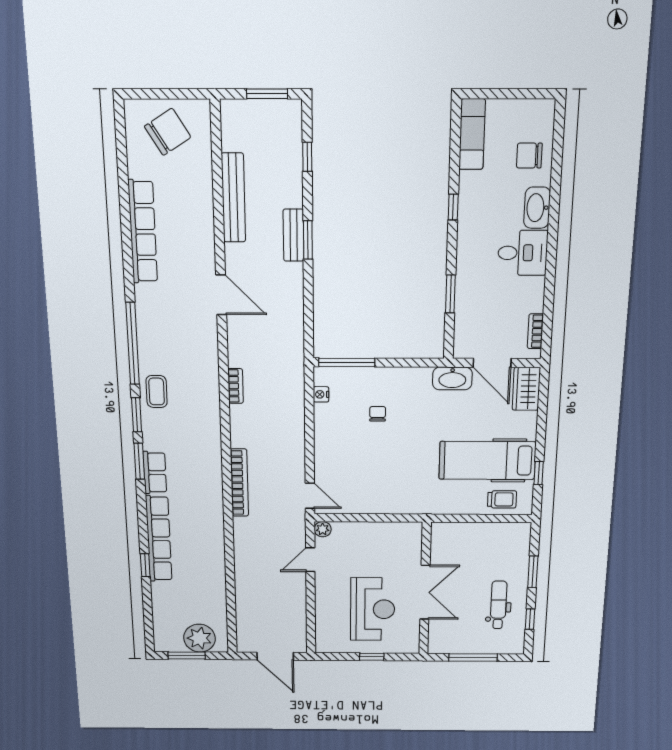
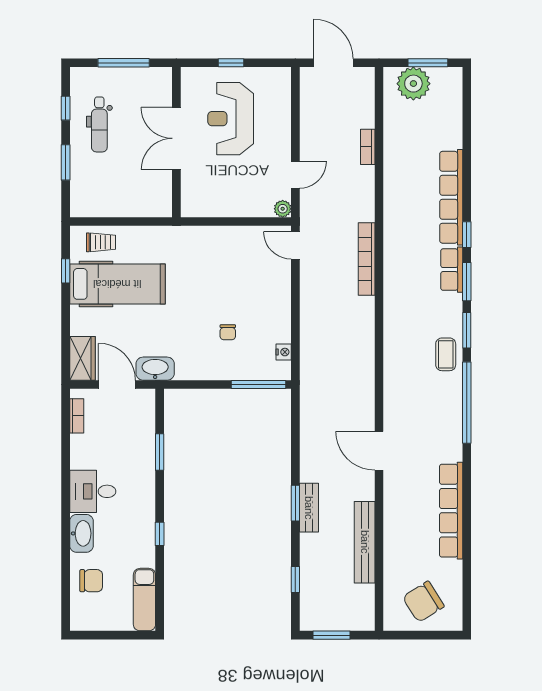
bookcase: (235, 386) -> (368, 147), moved
trolley: (502, 499) -> (101, 242), turned 180
window: (145, 565) -> (467, 235), moved

